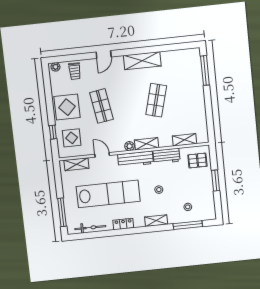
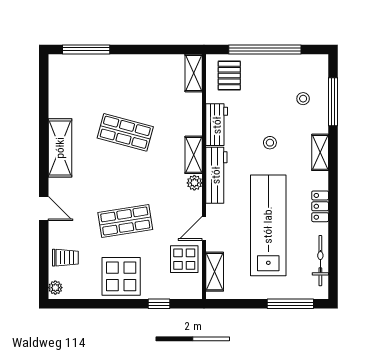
display table: (72, 138) -> (184, 259), moved
shelving: (185, 140) -> (194, 73), moved
window: (216, 181) -> (265, 49), width x2.11

